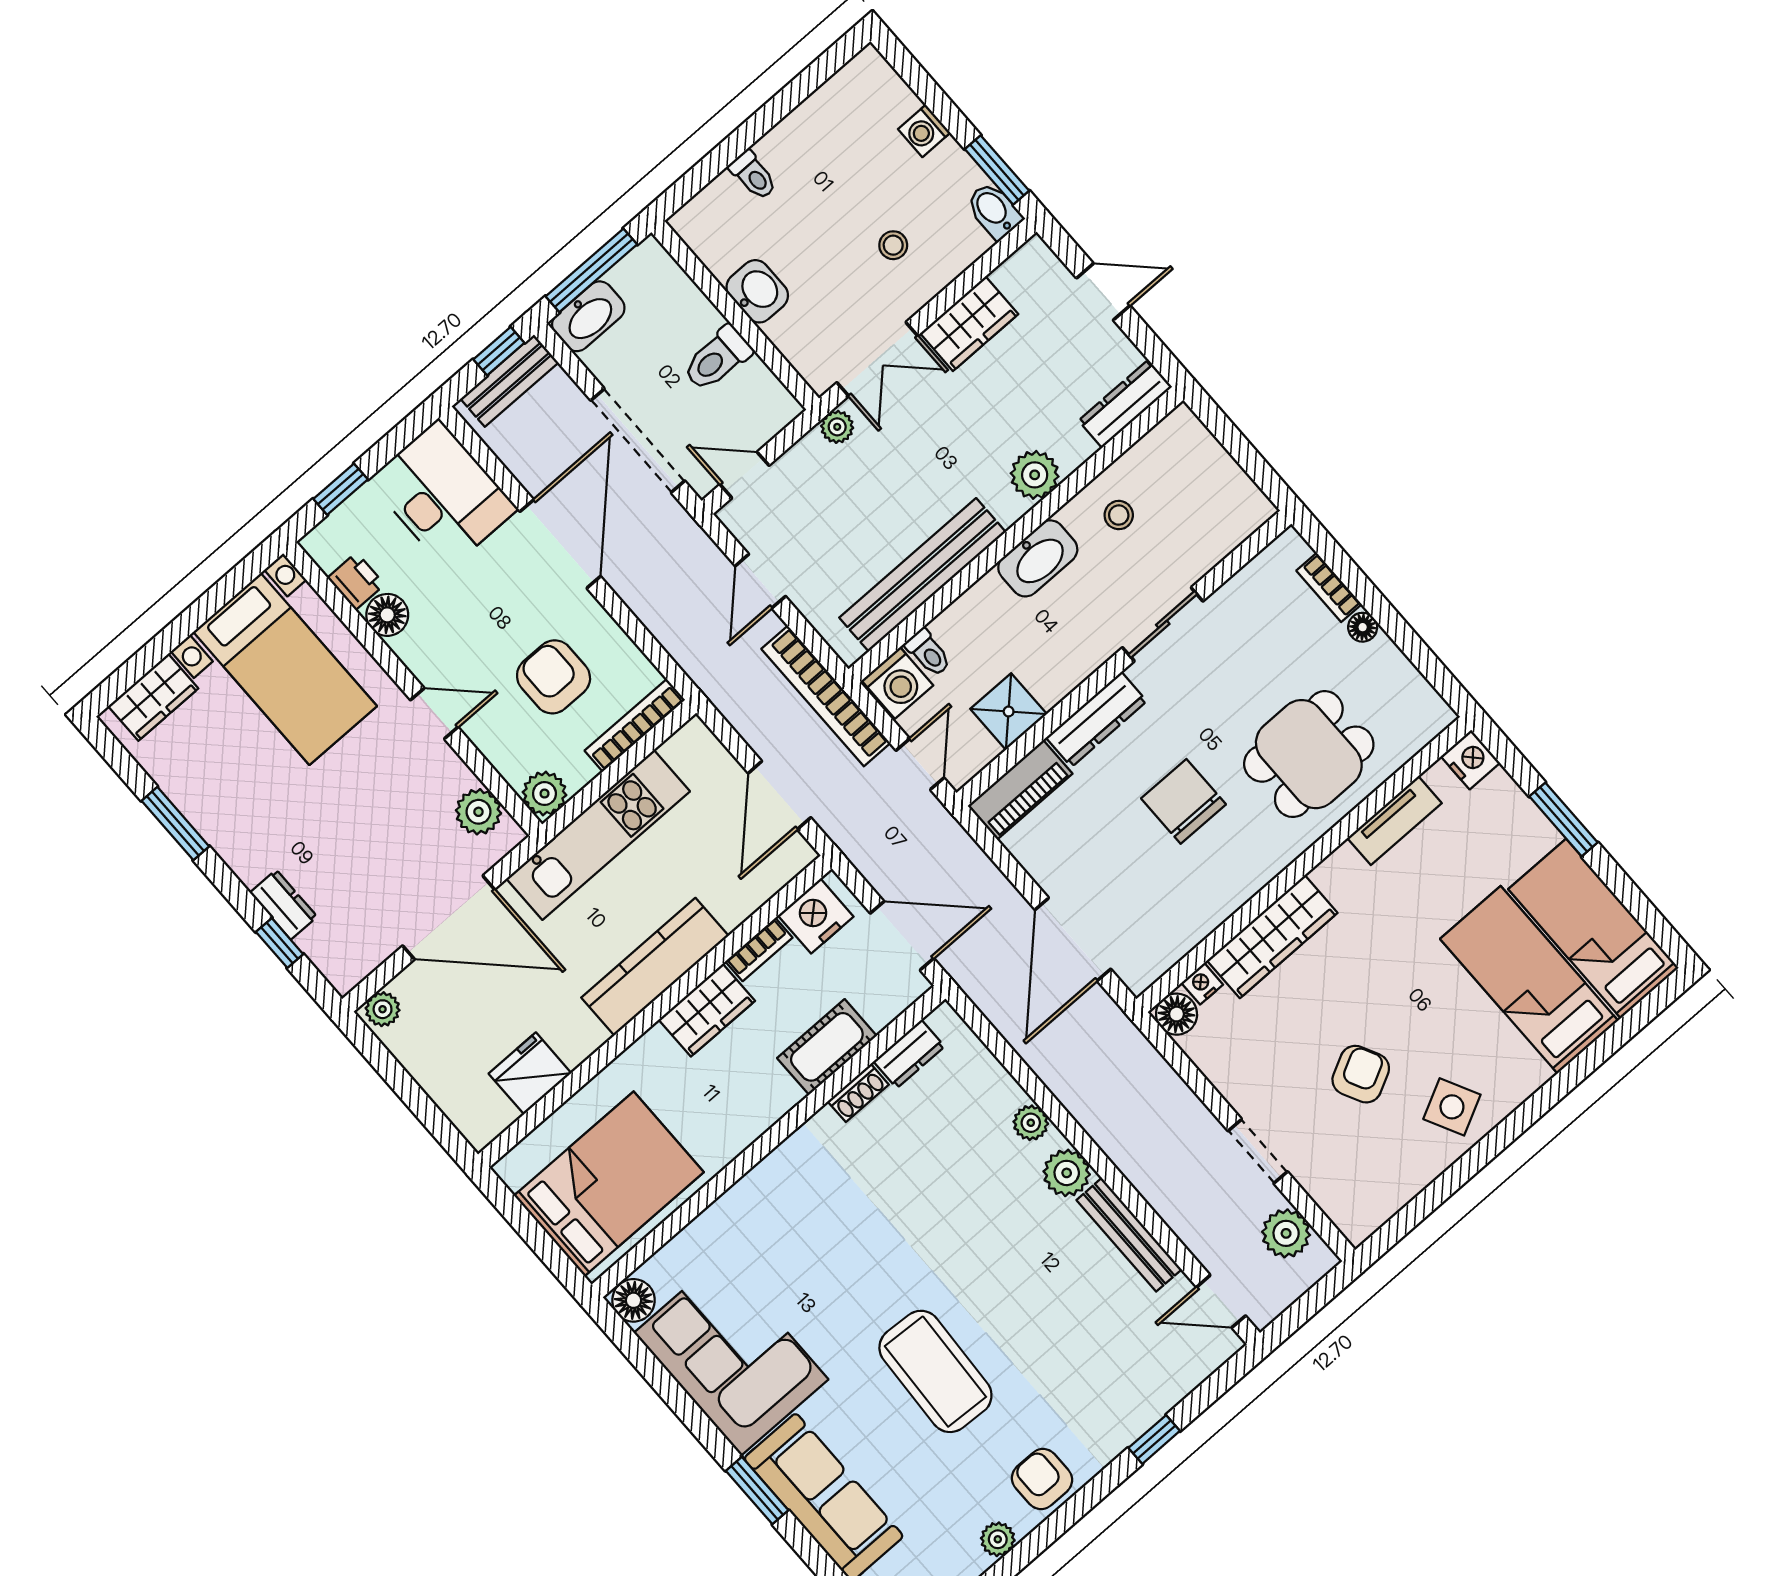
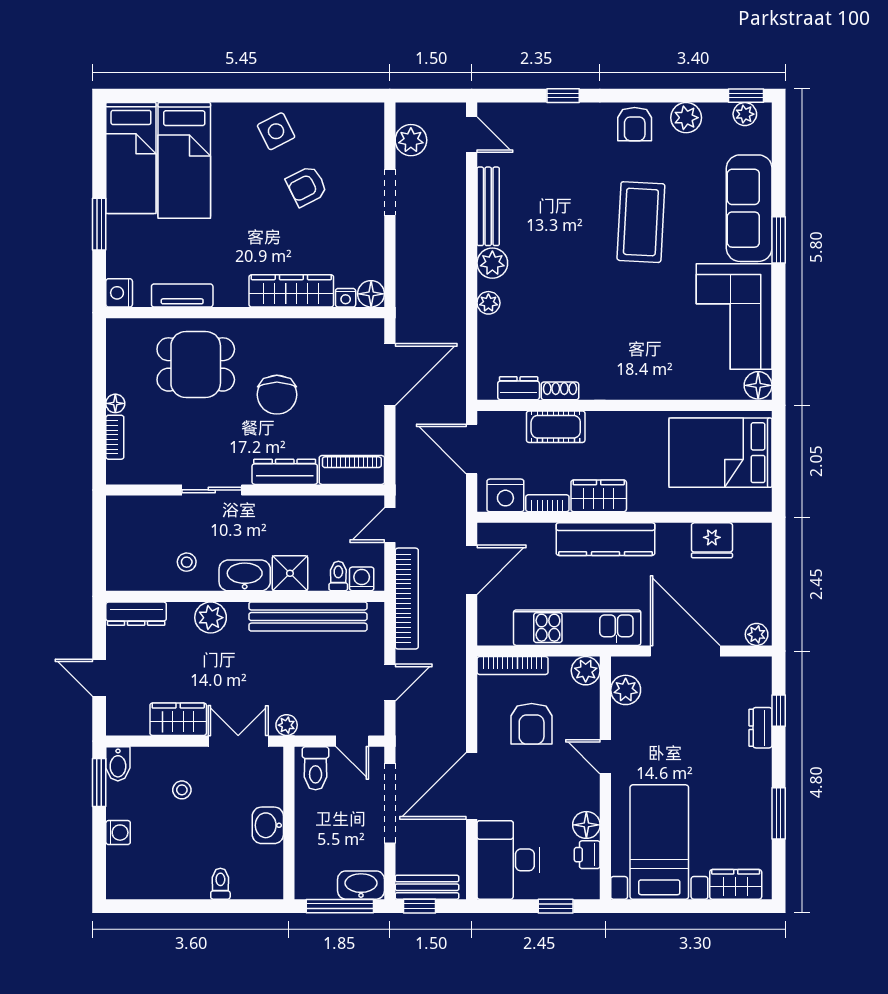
toilet: (717, 359) -> (316, 768), moved, turned 90
washing machine: (897, 683) -> (362, 579), width x0.73, depth x0.73
shower: (1009, 711) -> (290, 573), moved
plant: (998, 1539) -> (686, 118), width x1.38, depth x1.38

